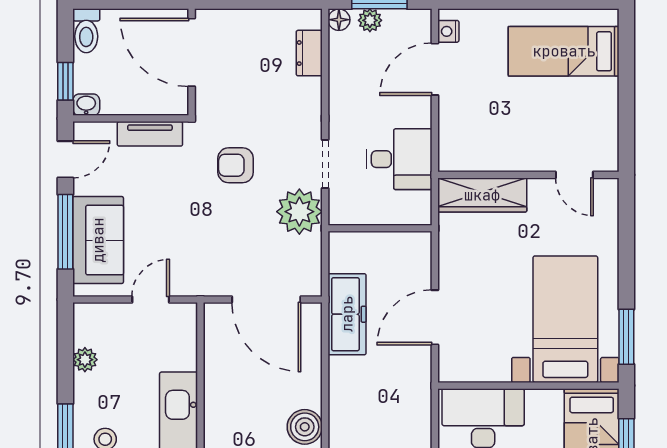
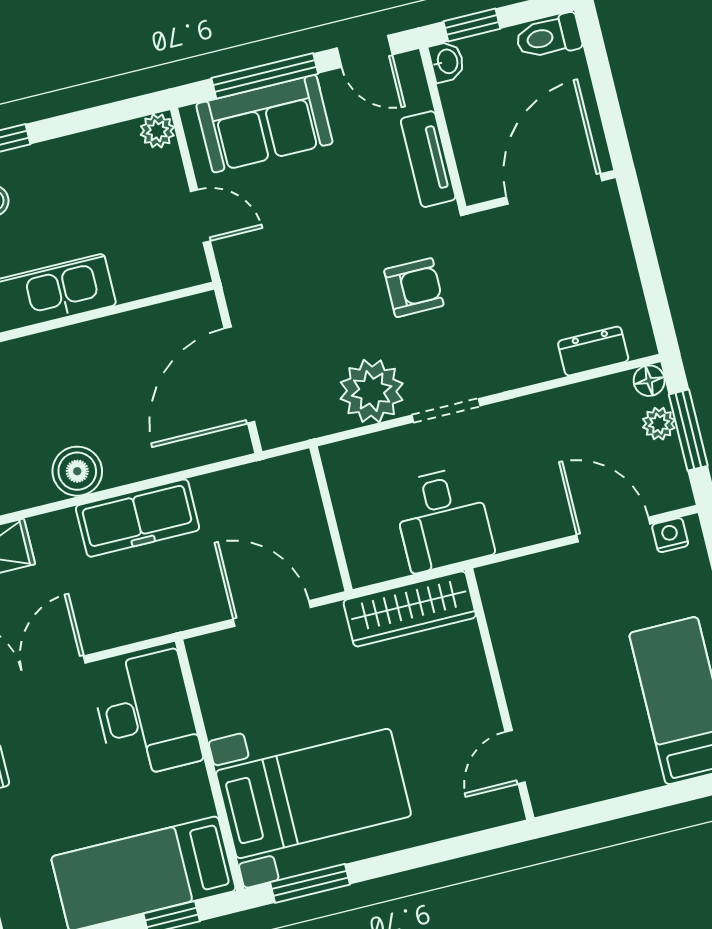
desk: (399, 159) -> (443, 519), moved
armchair: (236, 165) -> (414, 288), turned 90
wardrobe: (482, 195) -> (410, 609), moved, turned -90
wall: (380, 228) -> (331, 519), moved
freezer: (347, 314) -> (138, 518), moved
plant: (85, 360) -> (157, 131), moved

